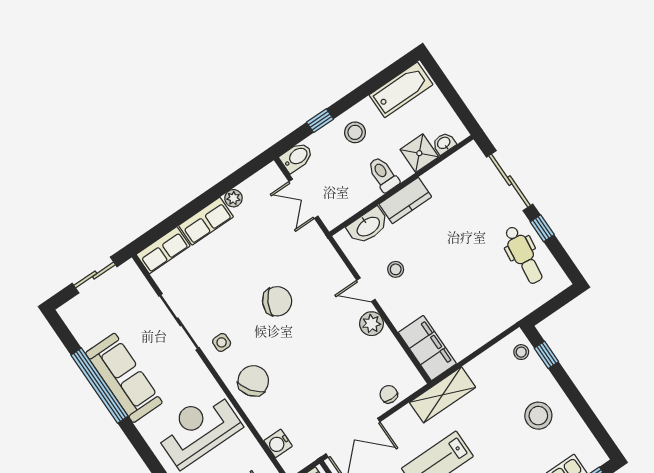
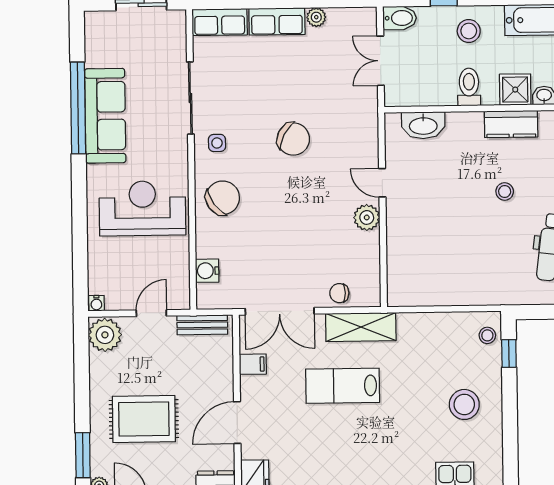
kitchen counter: (405, 200) -> (511, 124), moved
stool: (396, 269) -> (505, 191), moved
filing cabinet: (427, 348) -> (403, 274), removed
chair: (389, 394) -> (339, 293), turned -92
shelving: (442, 395) -> (361, 327), moved

